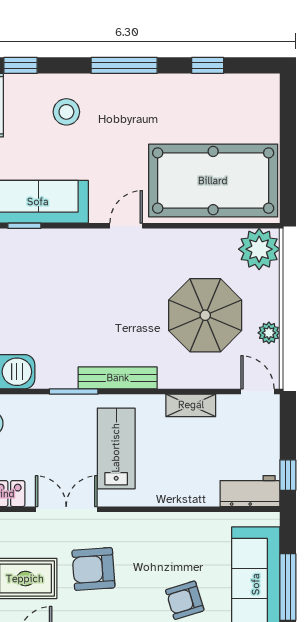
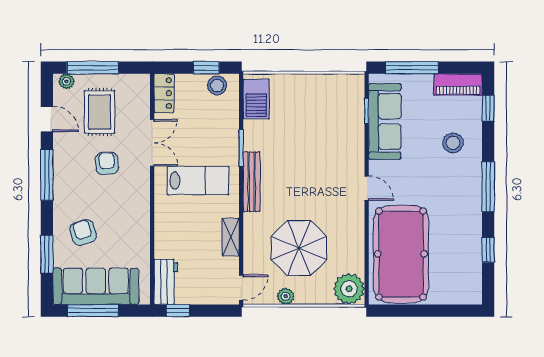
armchair: (93, 569) -> (107, 163), width x0.72, depth x0.72

